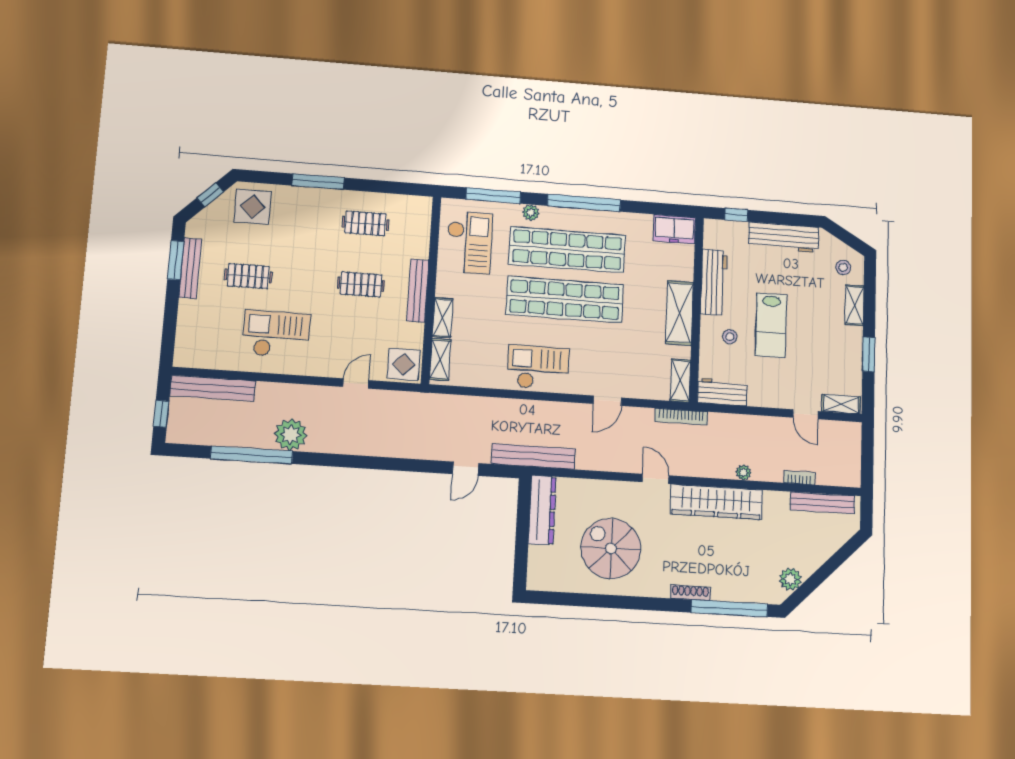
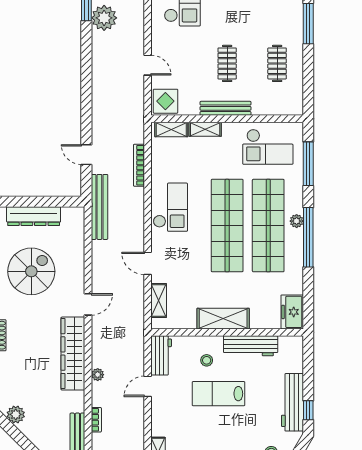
plant: (531, 213) -> (297, 221), moved
window: (736, 215) -> (308, 410), moved
shelving: (680, 380) -> (159, 301), moved, turned 90
door: (805, 414) -> (148, 386), moved
bookcase: (681, 417) -> (139, 165), moved
dresser: (542, 510) -> (34, 216), moved

